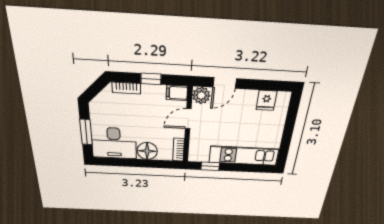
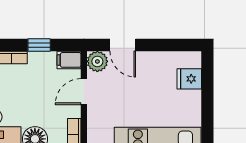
door: (225, 83) -> (123, 45), hinge flipped
fridge: (266, 100) -> (189, 79), moved, turned 90

